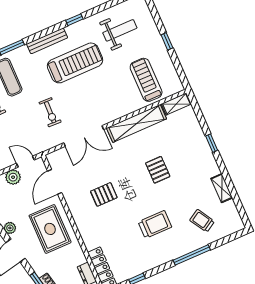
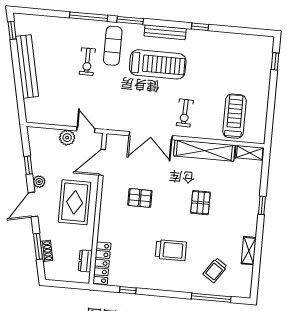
weight bench: (120, 30) -> (236, 59), removed
window: (167, 41) -> (275, 61), moved
treadmill: (75, 63) -> (158, 64), moved
exercise bike: (50, 112) -> (185, 113), moved
trolley: (202, 221) -> (215, 270), turned -115
window: (192, 255) -> (211, 298), moved

